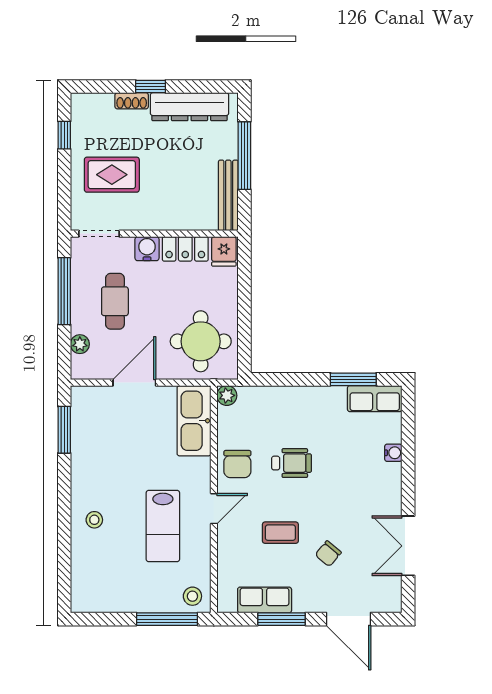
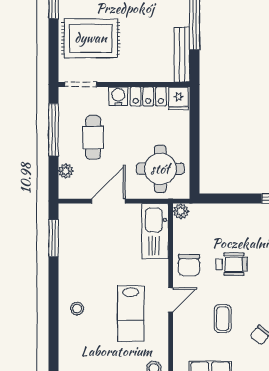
rug: (112, 175) -> (91, 38), width x1.36, depth x1.43
coffee table: (280, 533) -> (223, 319), turned 90

